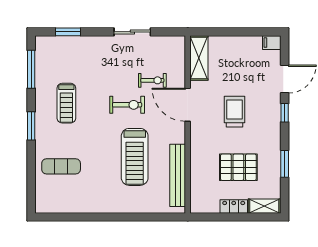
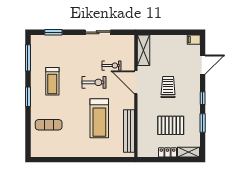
window: (285, 113) -> (203, 98), moved

